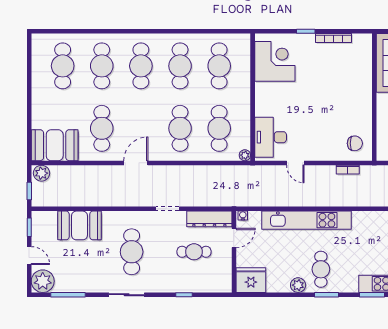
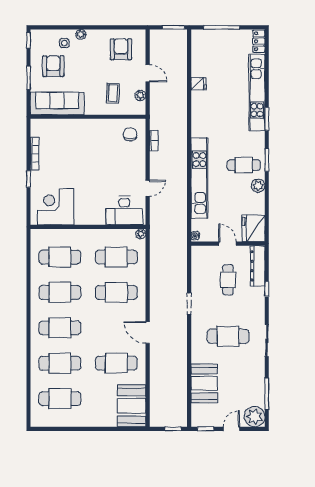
plant: (41, 173) -> (157, 418), removed
dresser: (209, 219) -> (258, 266), moved, turned 180
door: (234, 238) -> (228, 244), moved

